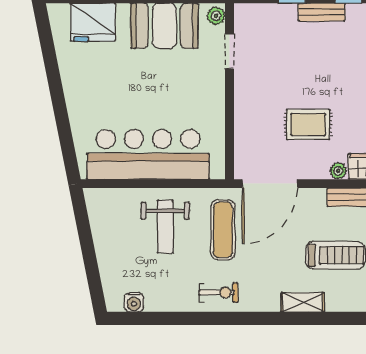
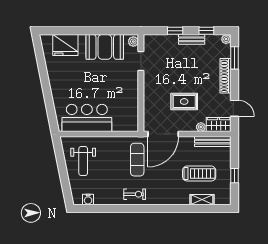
bar counter: (148, 154) -> (87, 118), width x0.73
weight bench: (165, 227) -> (83, 161), moved
shelving: (303, 302) -> (202, 200), moved

